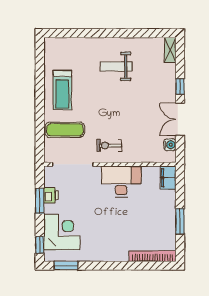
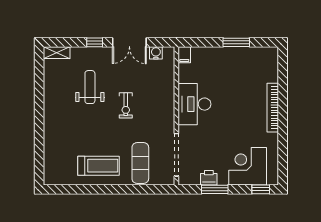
weight bench: (116, 66) -> (90, 87), moved, turned 180
exercise bike: (109, 146) -> (126, 105), moved
filing cabinet: (168, 178) -> (184, 55), width x0.50
bookcase: (153, 256) -> (273, 108), moved
window: (66, 266) -> (283, 162), removed

